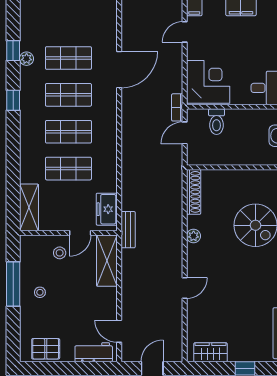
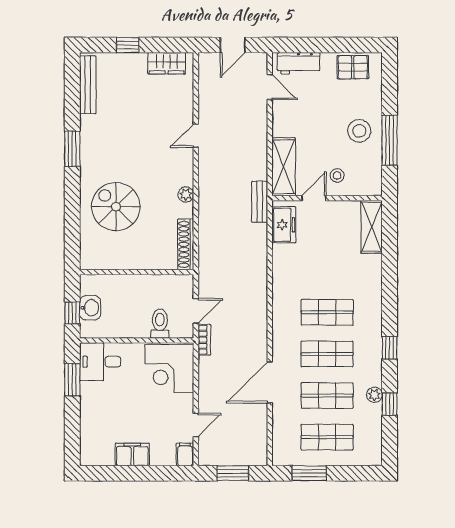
shop shelf: (68, 169) -> (327, 437), moved
stool: (40, 292) -> (359, 131), width x1.89, depth x1.89

